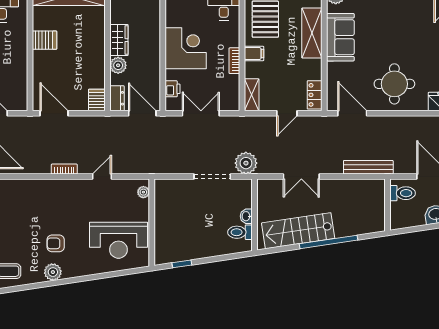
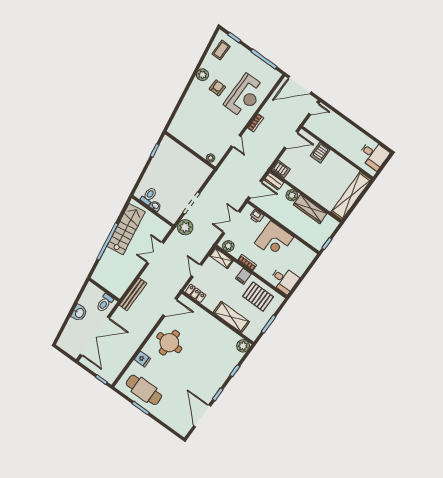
sofa: (340, 37) -> (217, 331), removed
server rack: (44, 40) -> (320, 153), moved
wardrobe: (119, 40) -> (310, 209), width x1.50
plant: (231, 97) -> (228, 246), added
double door: (201, 113) -> (231, 222), swing flipped
reception desk: (118, 240) -> (245, 96), moved, turned 180

